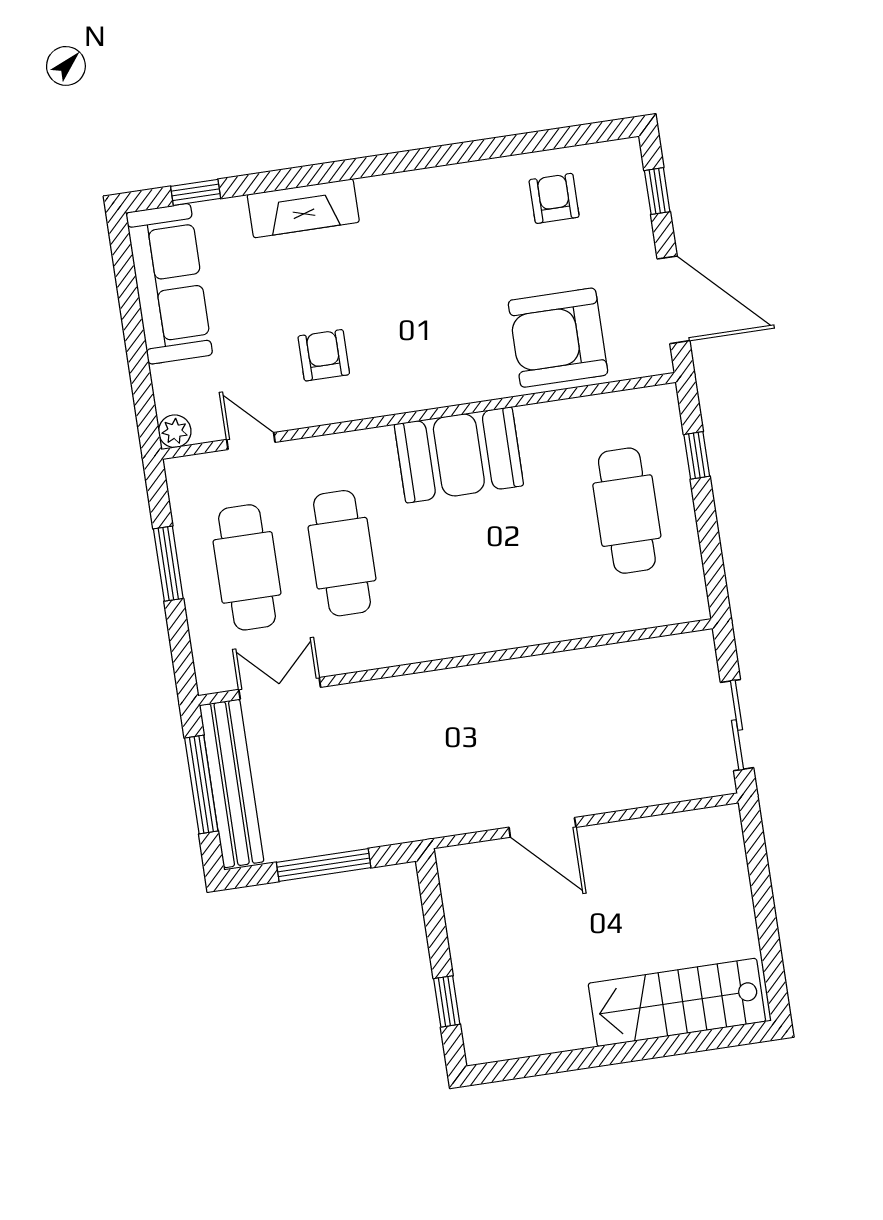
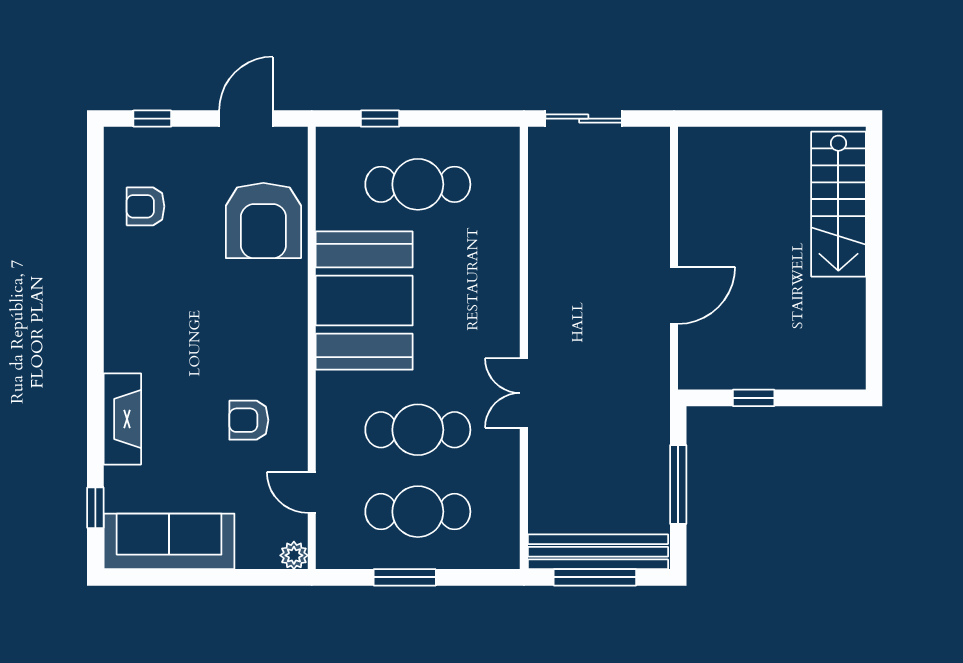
door: (673, 300) -> (246, 119), width x0.73
door: (251, 441) -> (312, 492), hinge flipped
booth: (459, 455) -> (364, 301), width x1.36, depth x1.42
double door: (280, 688) -> (524, 393), moved
sliding door: (737, 725) -> (584, 119), moved
window: (447, 1001) -> (754, 398), moved

